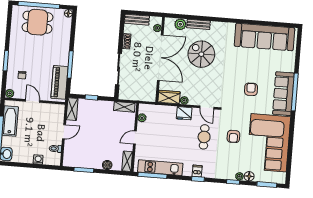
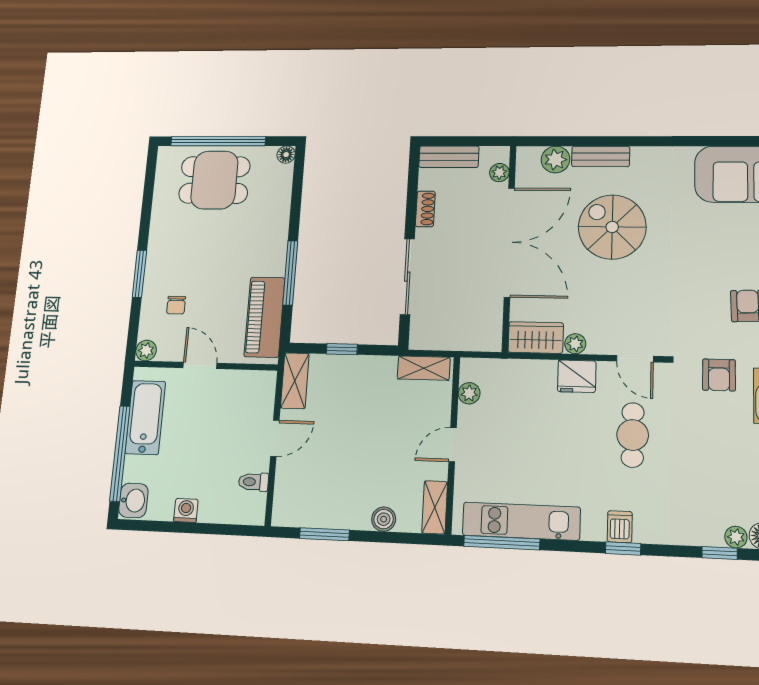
armchair: (233, 136) -> (719, 375), moved
washing machine: (38, 160) -> (186, 510), moved

